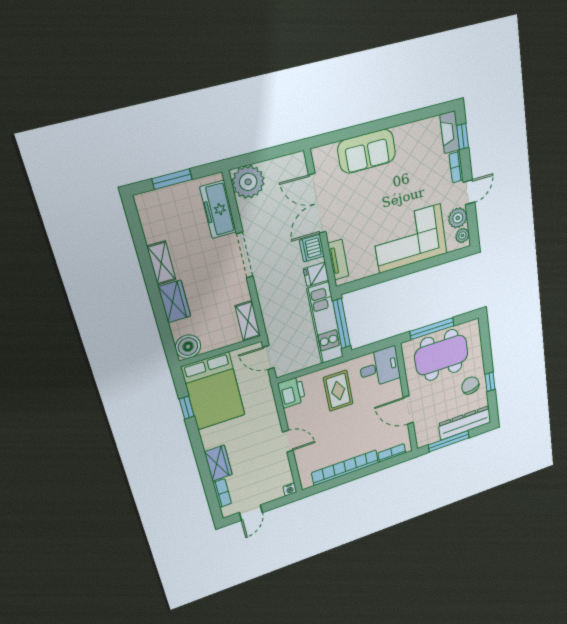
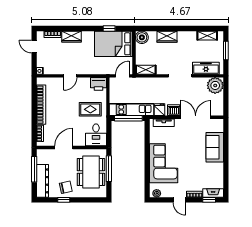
plant: (458, 218) -> (167, 192), removed
shelving: (161, 263) -> (207, 36), moved

